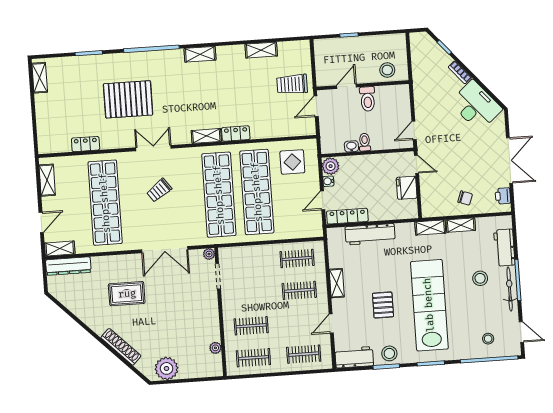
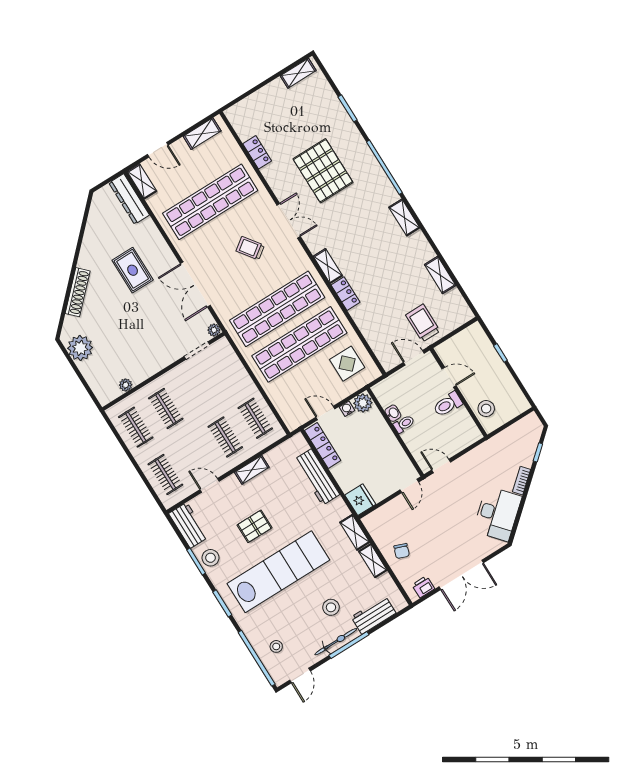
fridge: (407, 188) -> (360, 500), moved, turned 90

